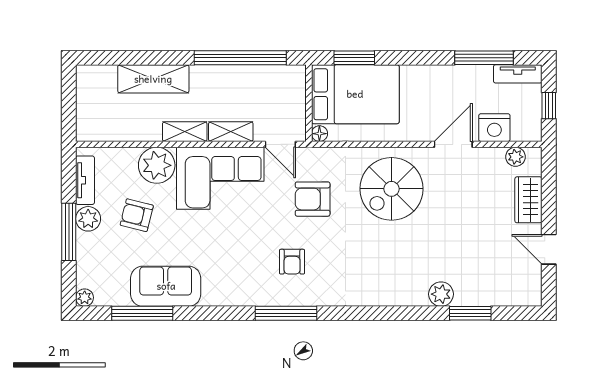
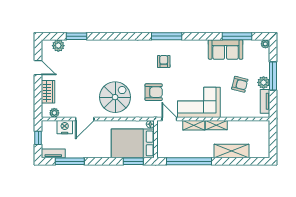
plant: (157, 165) -> (230, 109), removed
plant: (441, 294) -> (58, 46), moved

